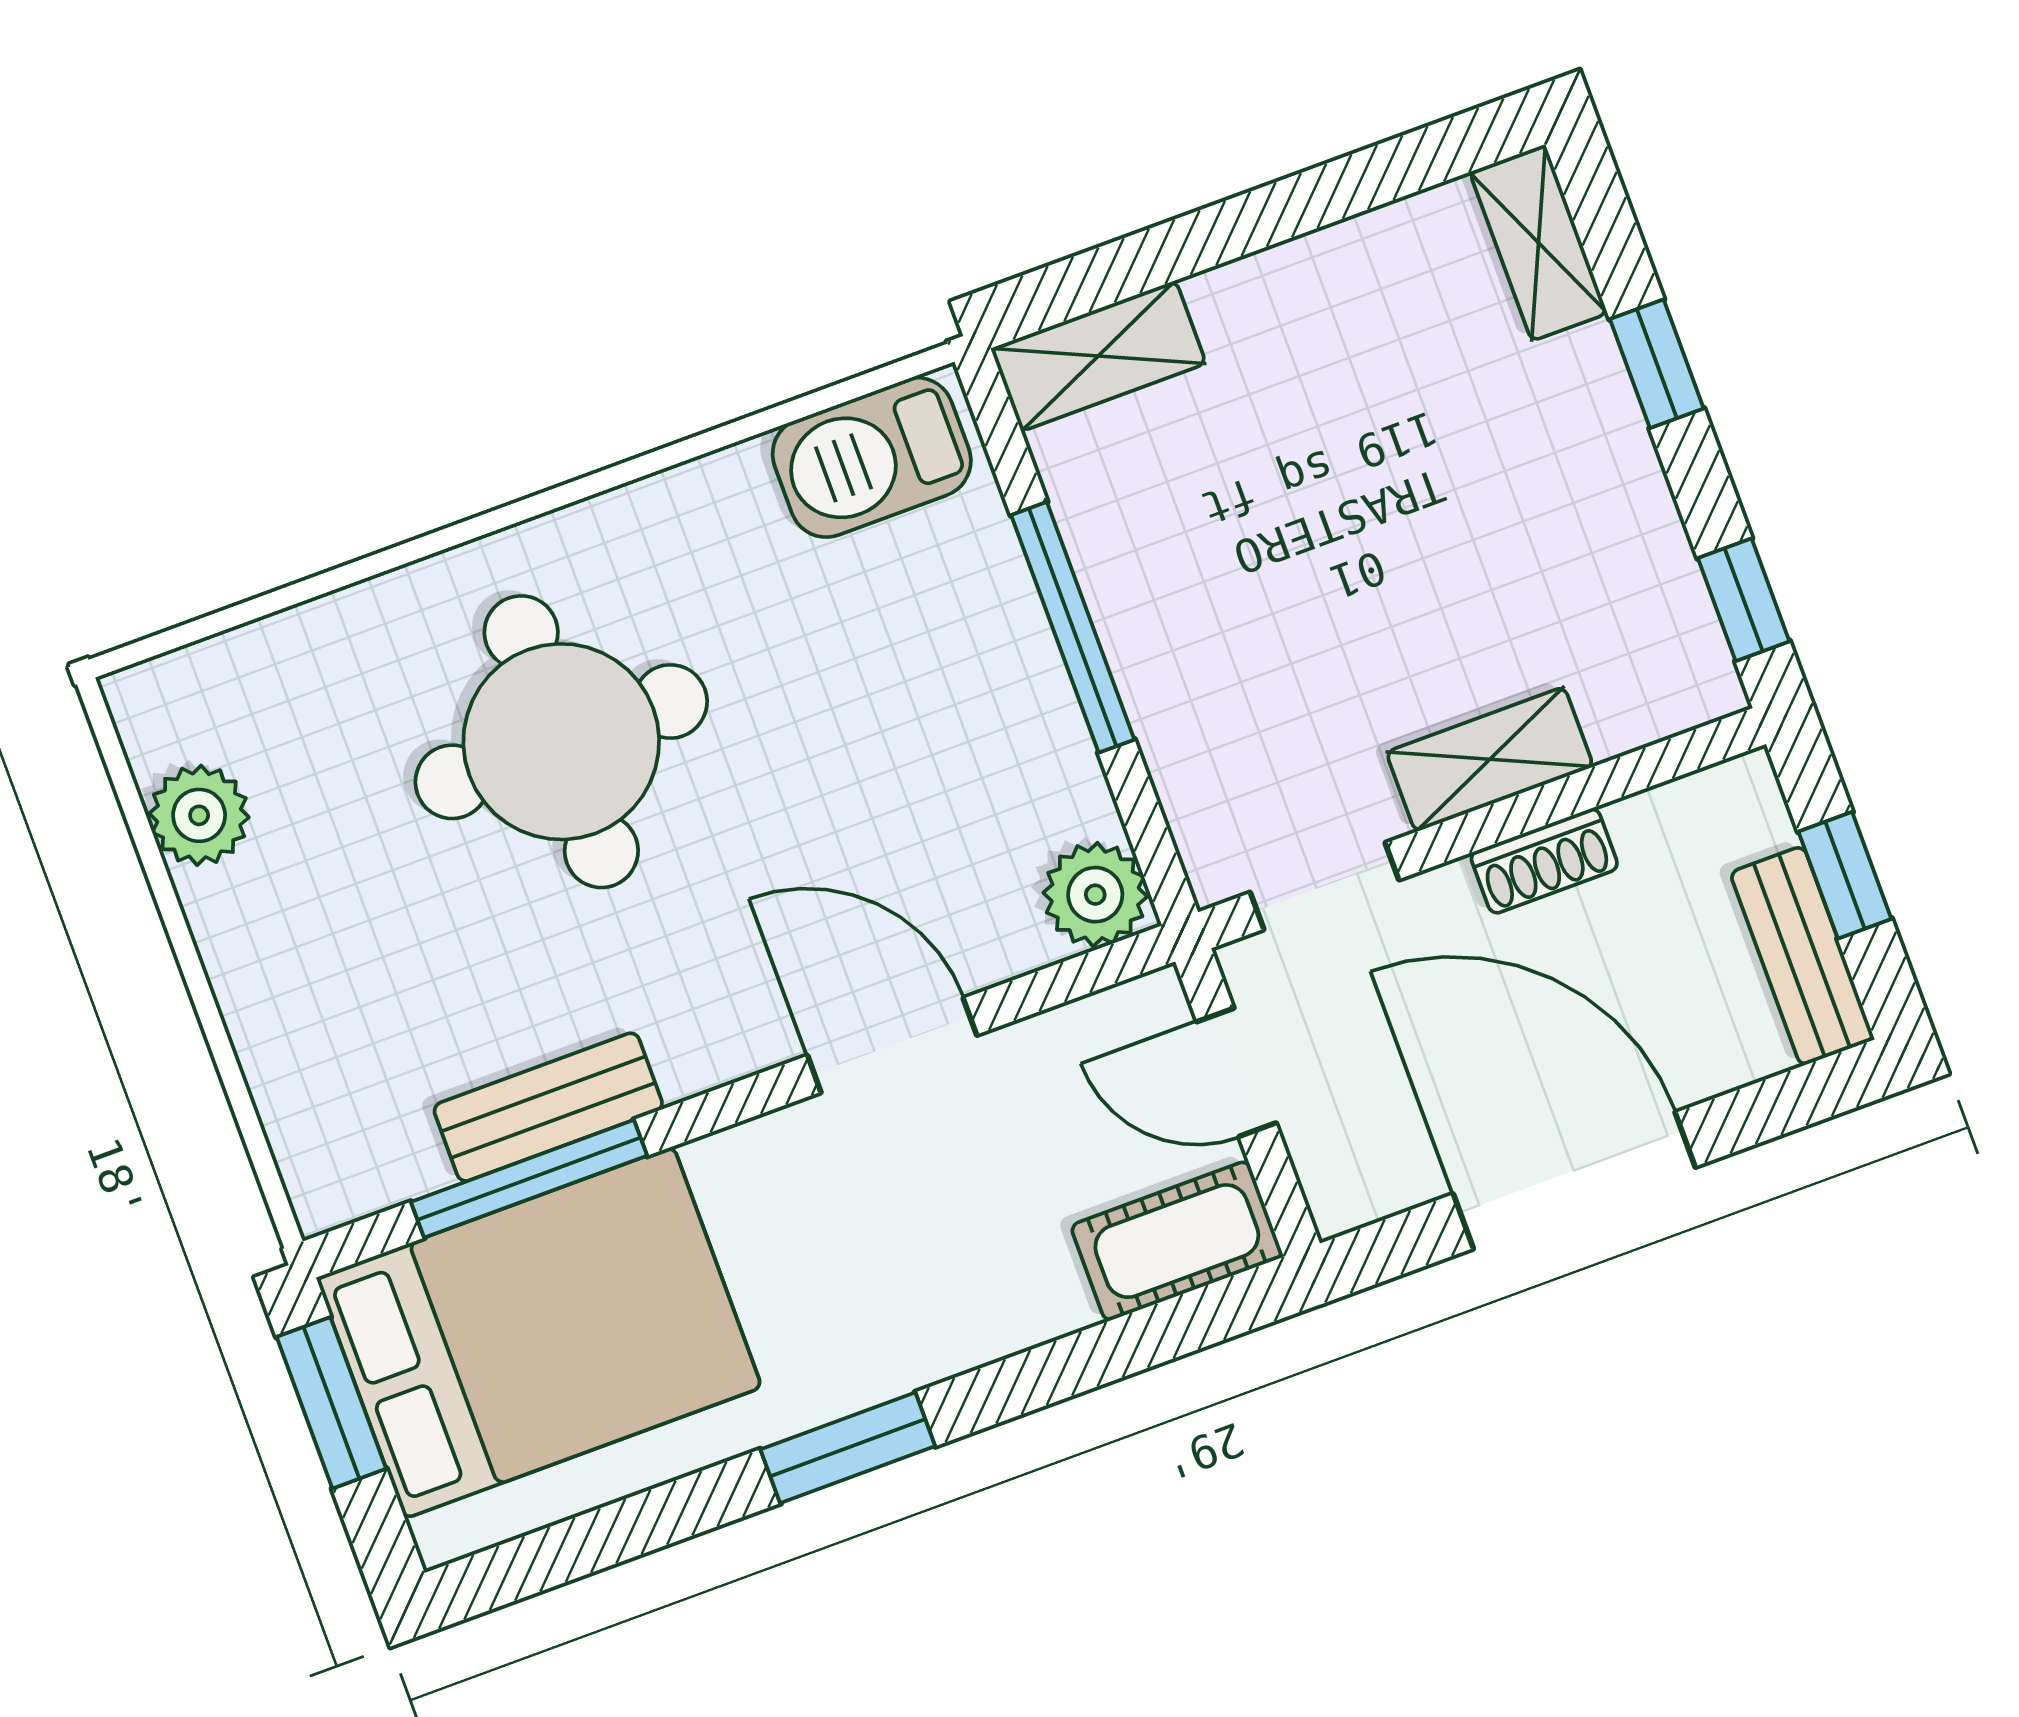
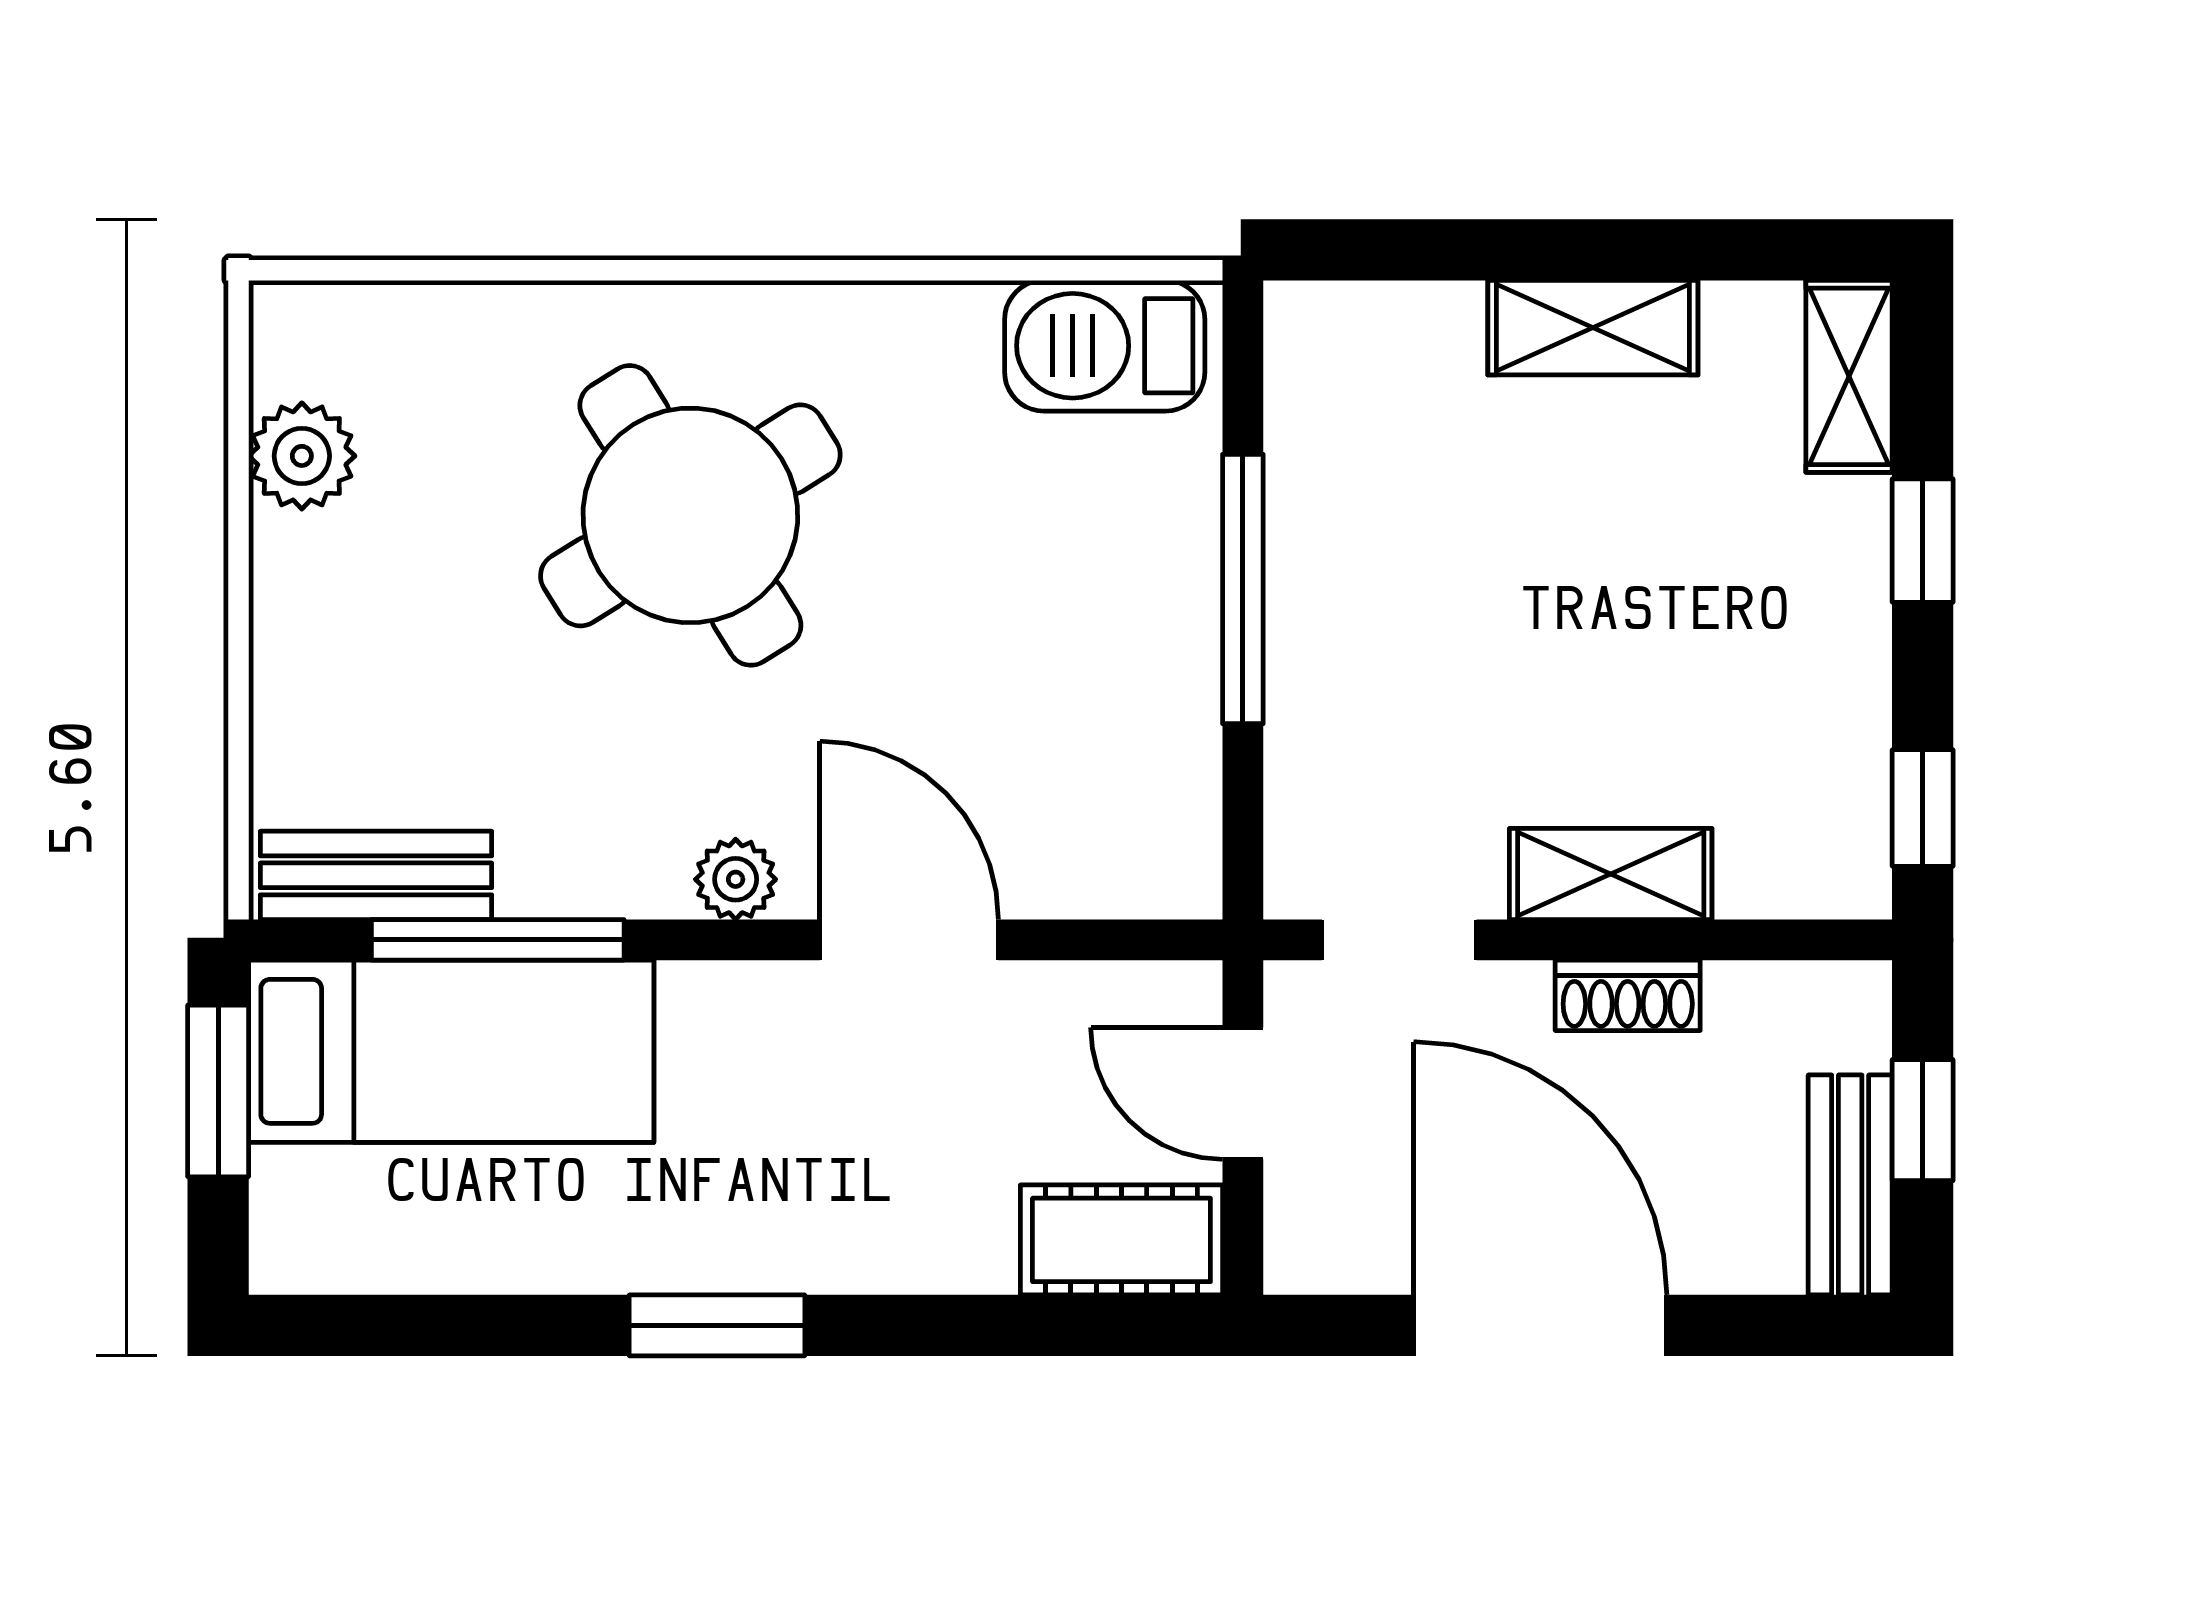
shelving: (1098, 356) -> (1593, 328), moved
round table: (561, 742) -> (690, 515), turned -32
plant: (1095, 895) -> (736, 879), moved, width x0.73, depth x0.73
bench: (548, 1107) -> (376, 875), moved
bed: (539, 1332) -> (451, 1051), width x0.67

